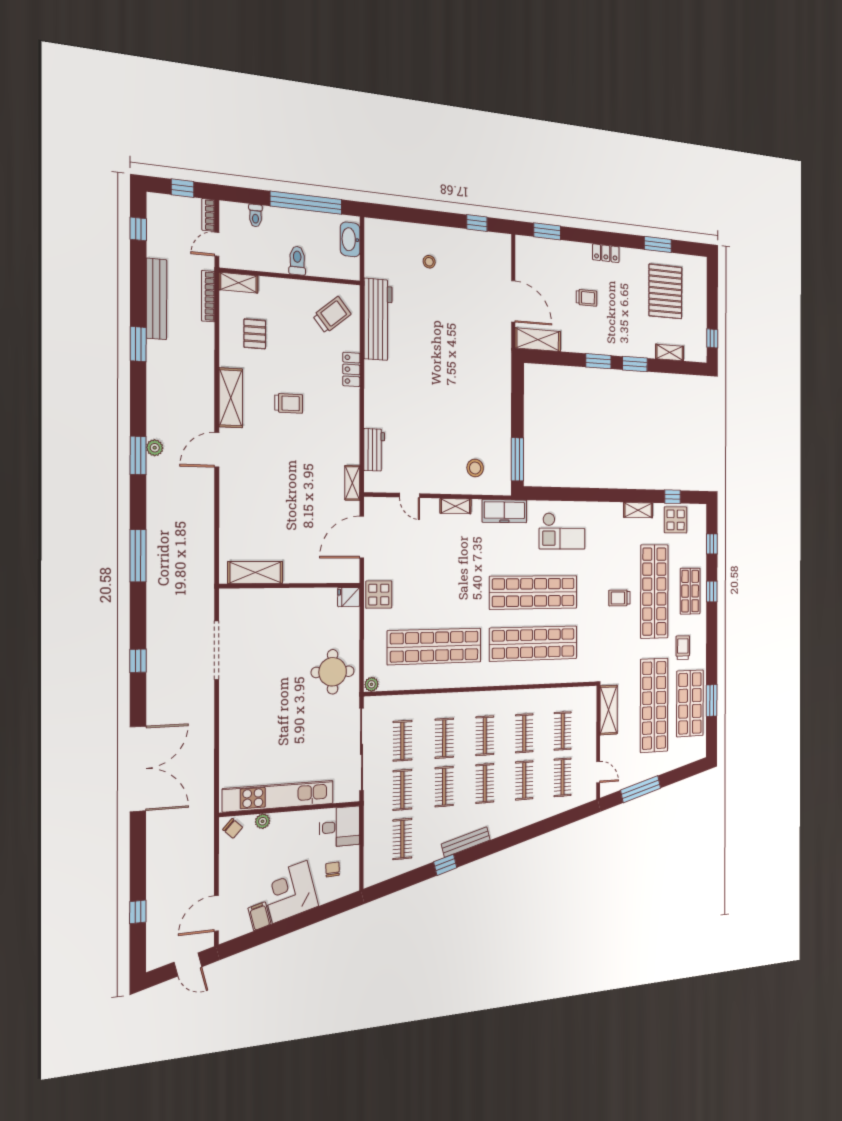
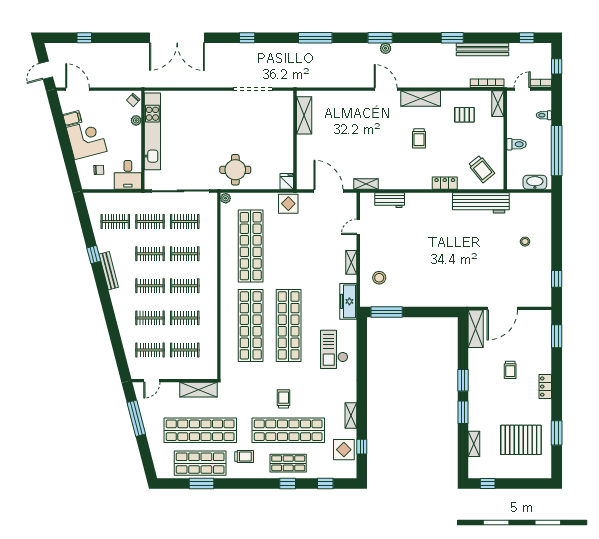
door: (217, 244) -> (522, 89), hinge flipped

